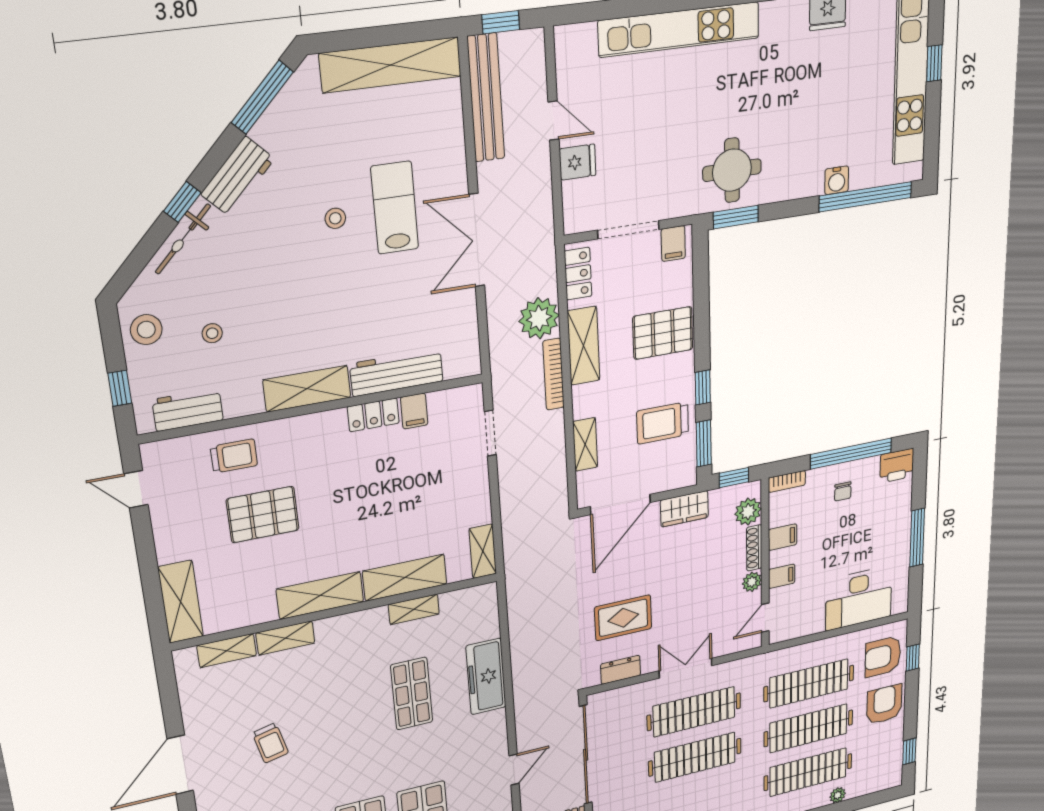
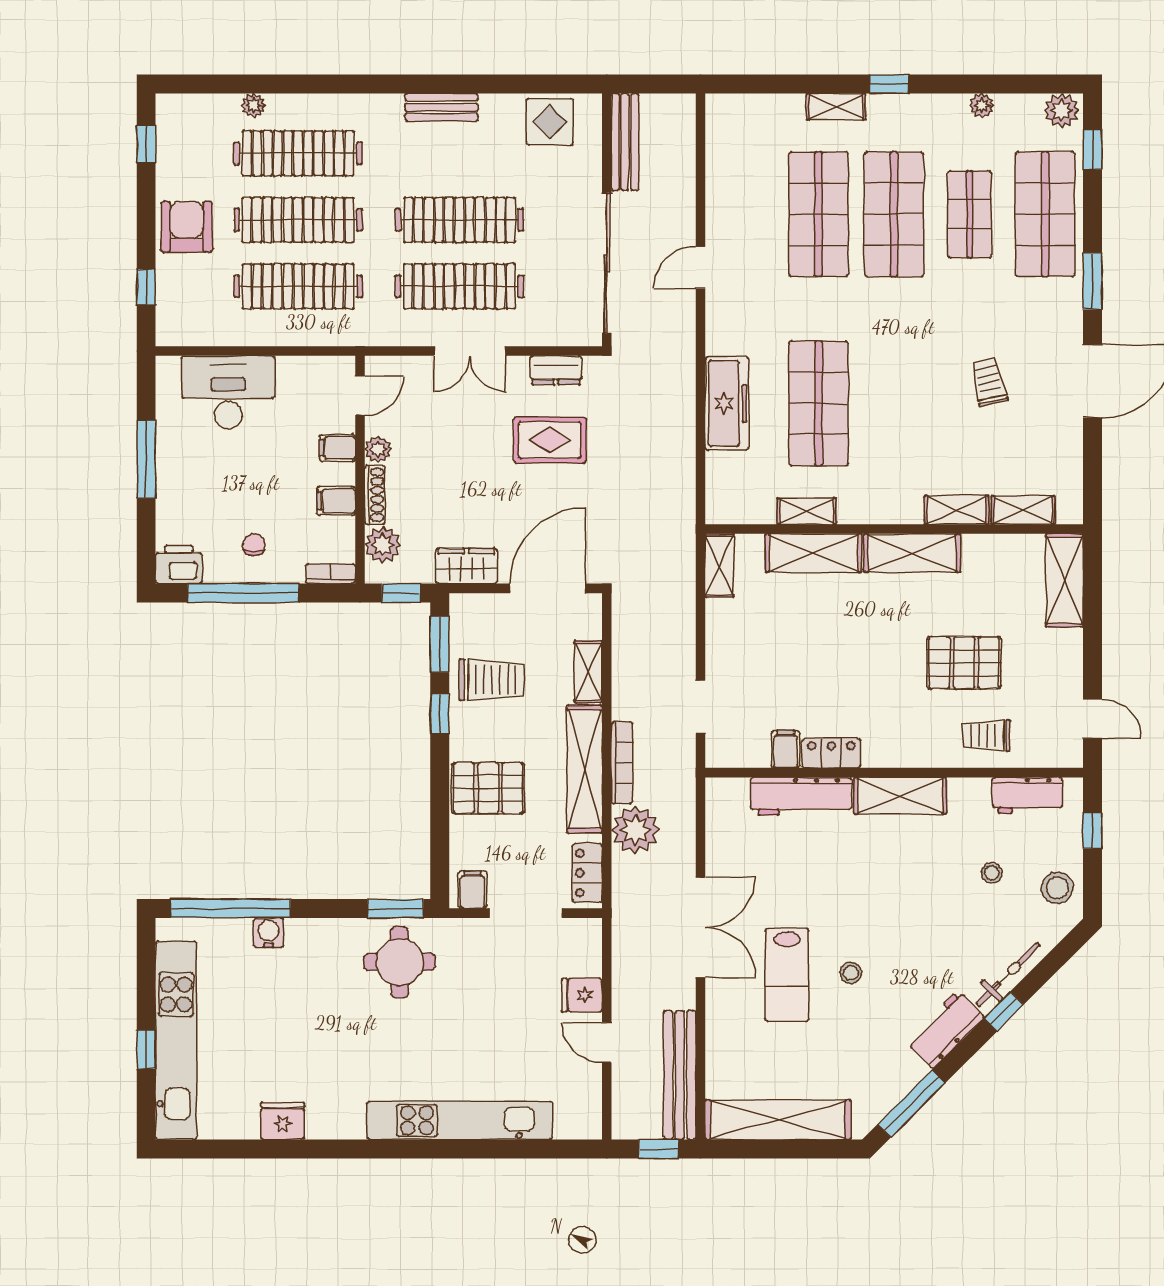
shelving: (584, 346) -> (585, 769), width x1.47
armchair: (883, 656) -> (191, 299), removed
shop shelf: (412, 694) -> (819, 403), width x1.43, depth x1.36
armchair: (884, 704) -> (187, 227), turned 180

